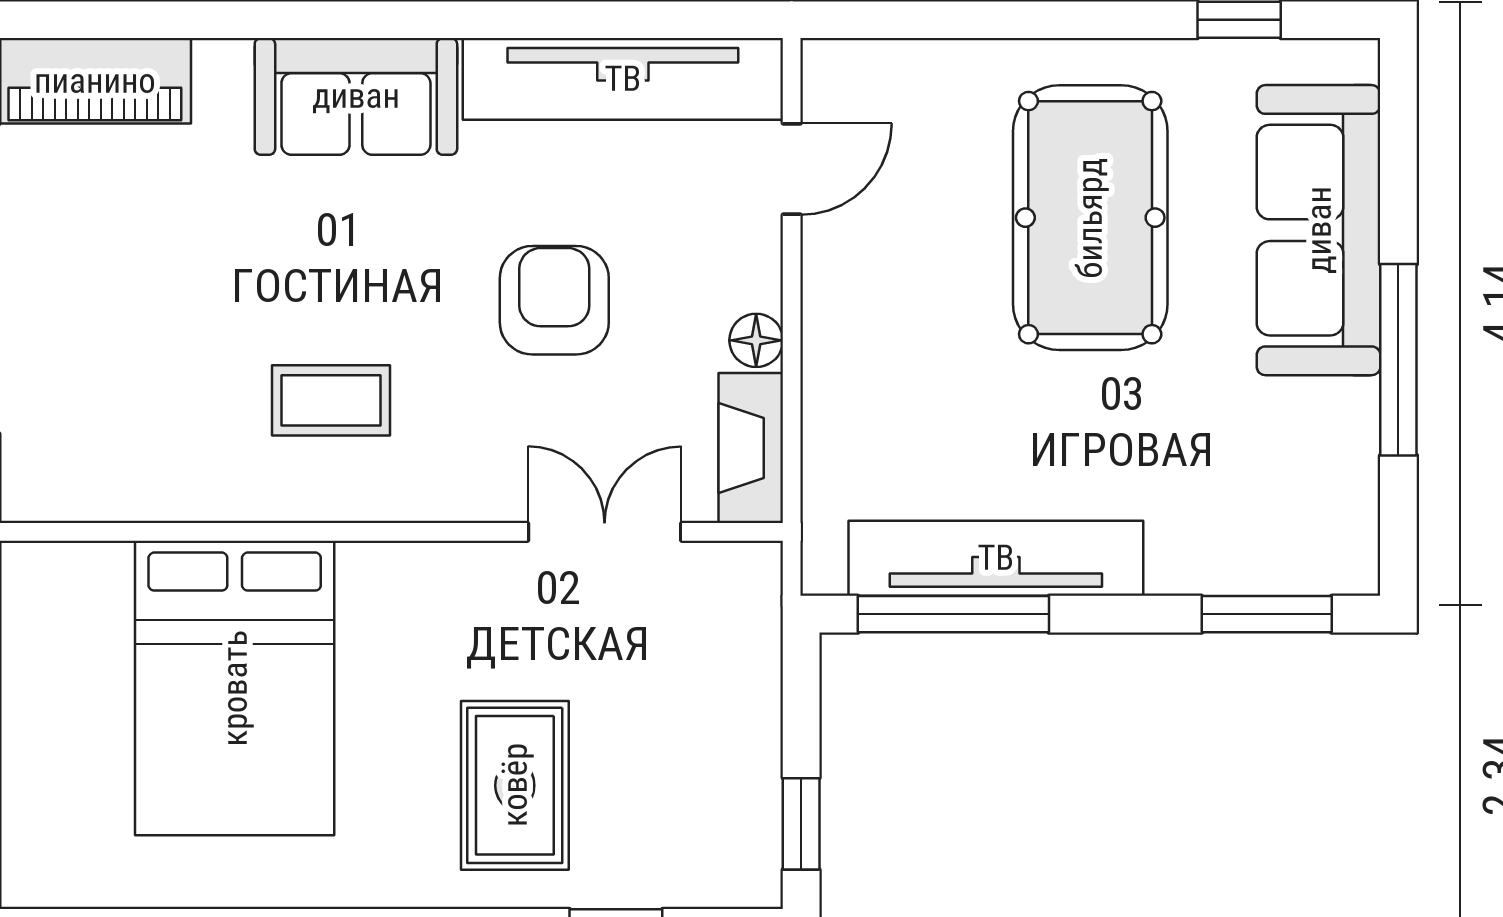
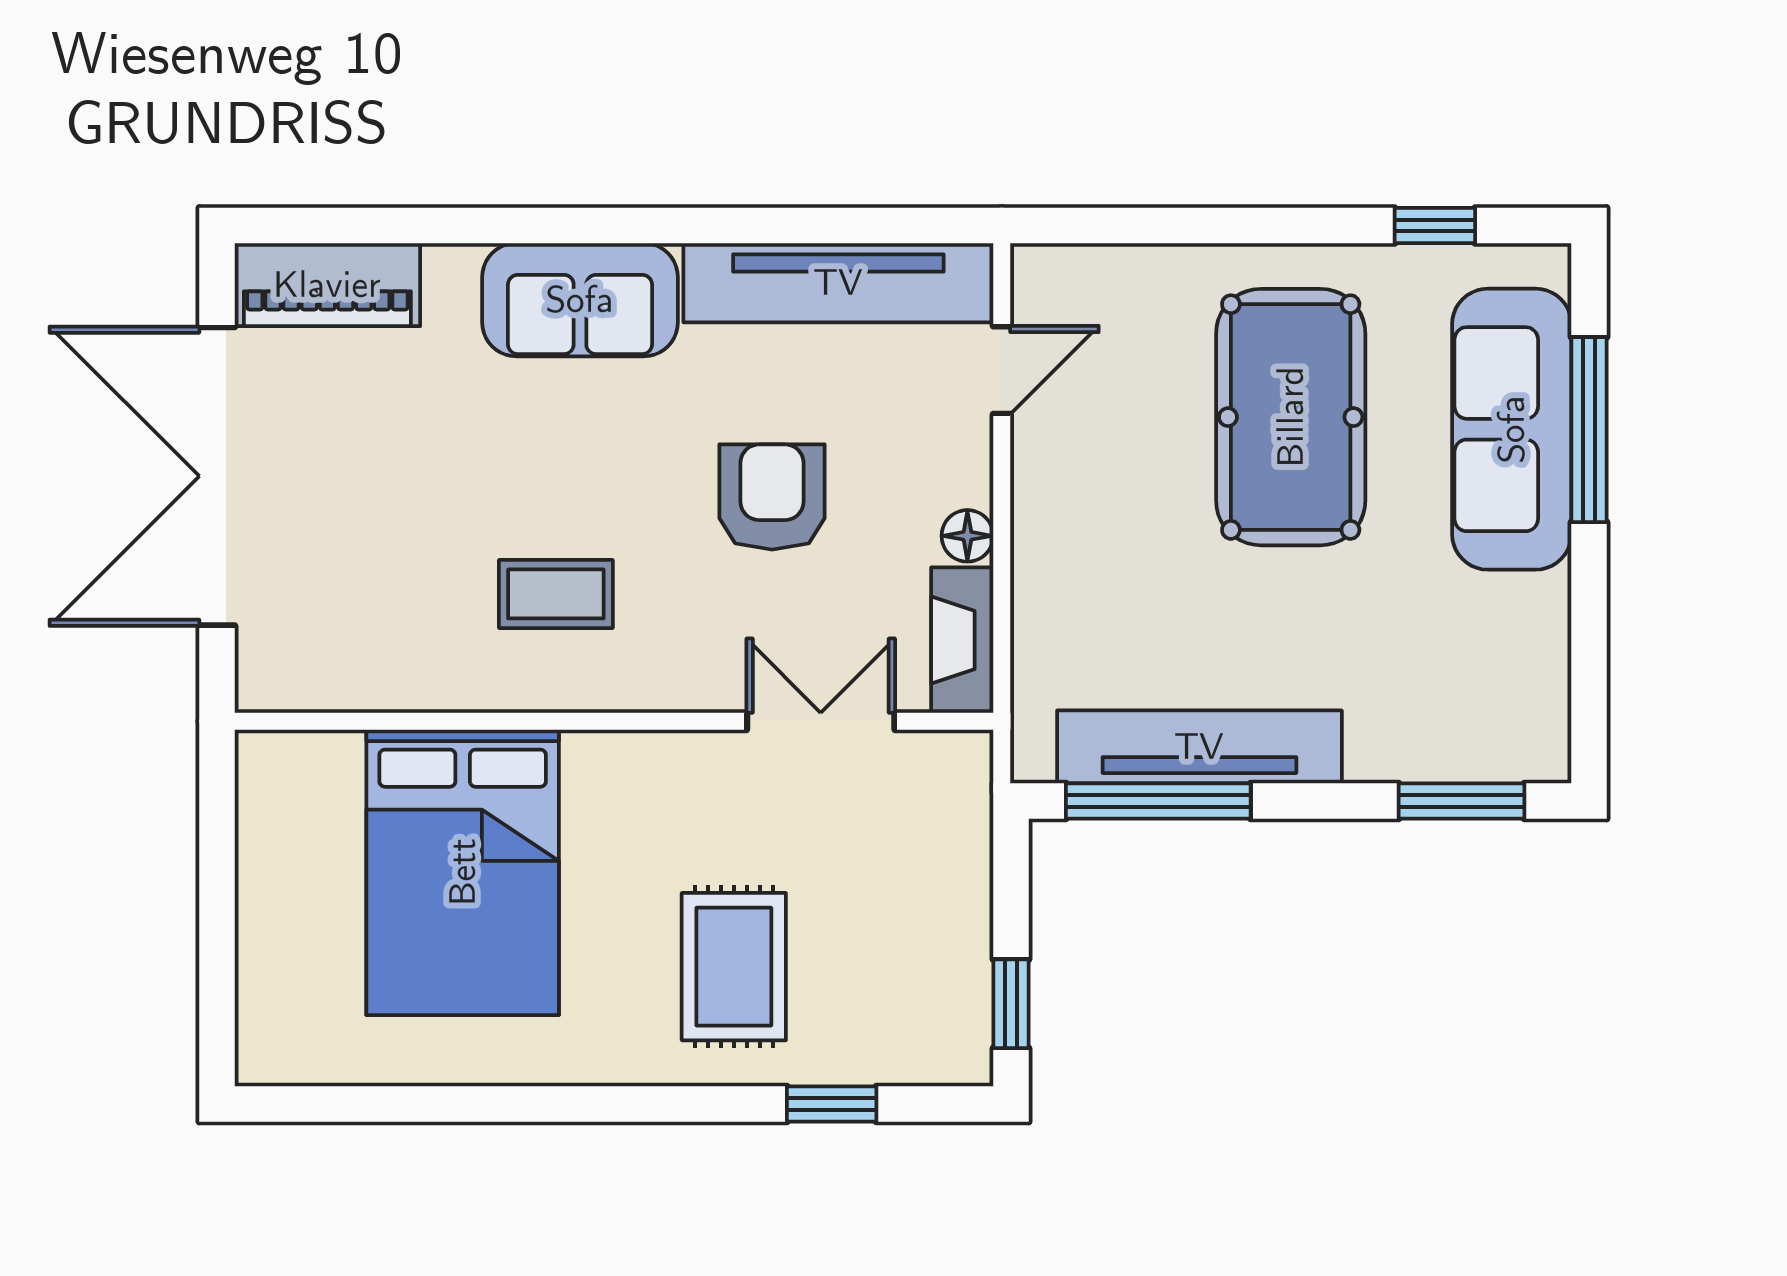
window: (1398, 360) -> (1589, 430), moved

